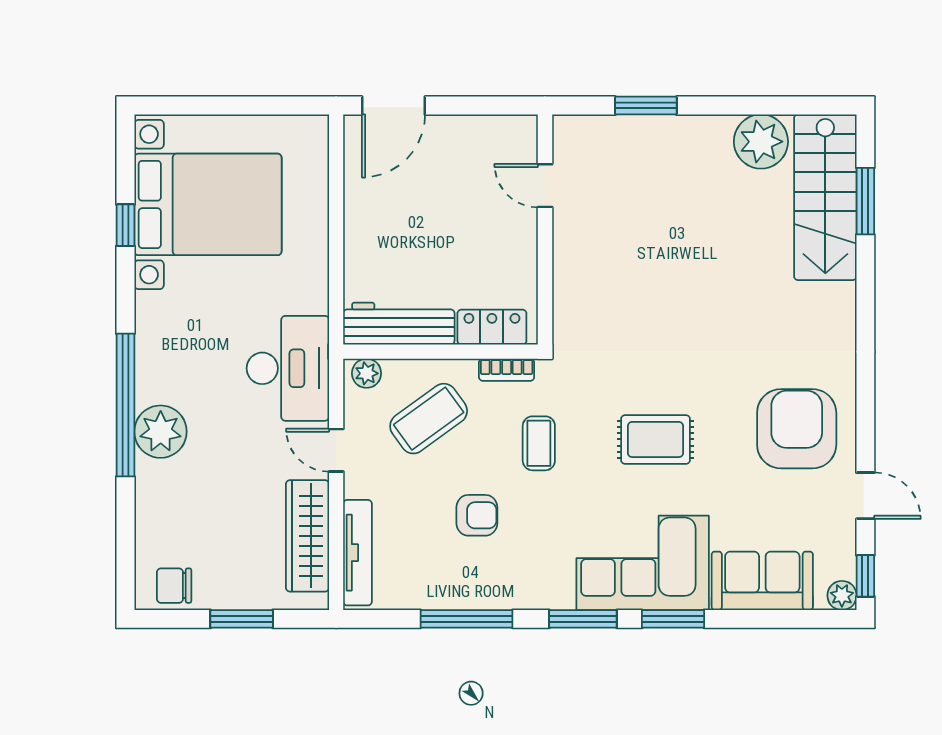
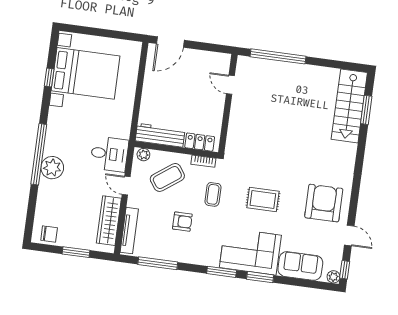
window: (646, 106) -> (278, 56), width x2.11
plant: (761, 142) -> (325, 78), removed
desk: (288, 368) -> (109, 154), width x0.73
chair: (174, 586) -> (49, 234), turned 180
window: (467, 619) -> (158, 263), moved

